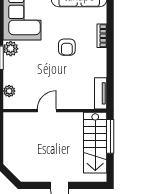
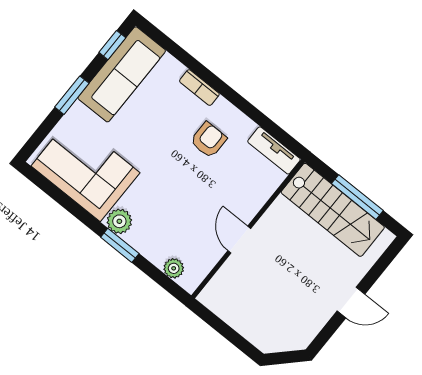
armchair: (67, 47) -> (209, 140), moved, turned -90
window: (110, 136) -> (357, 197), moved

